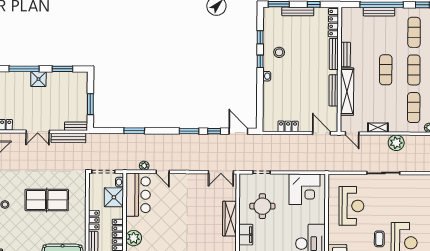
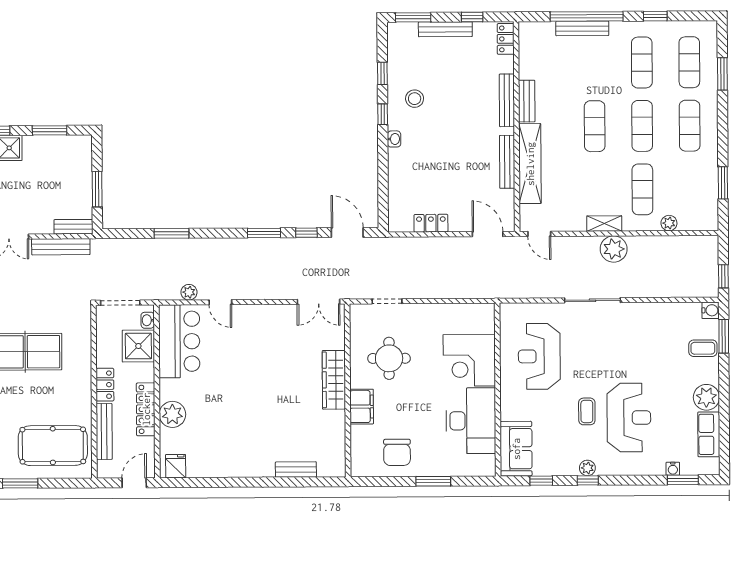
locker: (333, 23) -> (506, 39), width x0.66
shelving: (378, 128) -> (604, 224), moved
corner desk: (305, 189) -> (469, 360), moved, turned 90
reception desk: (351, 206) -> (539, 356), turned 180

